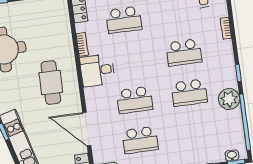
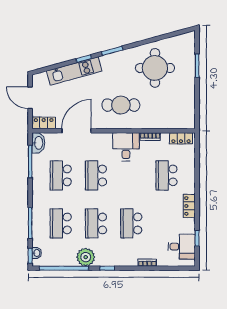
school desk: (195, 133) -> (61, 223), added

